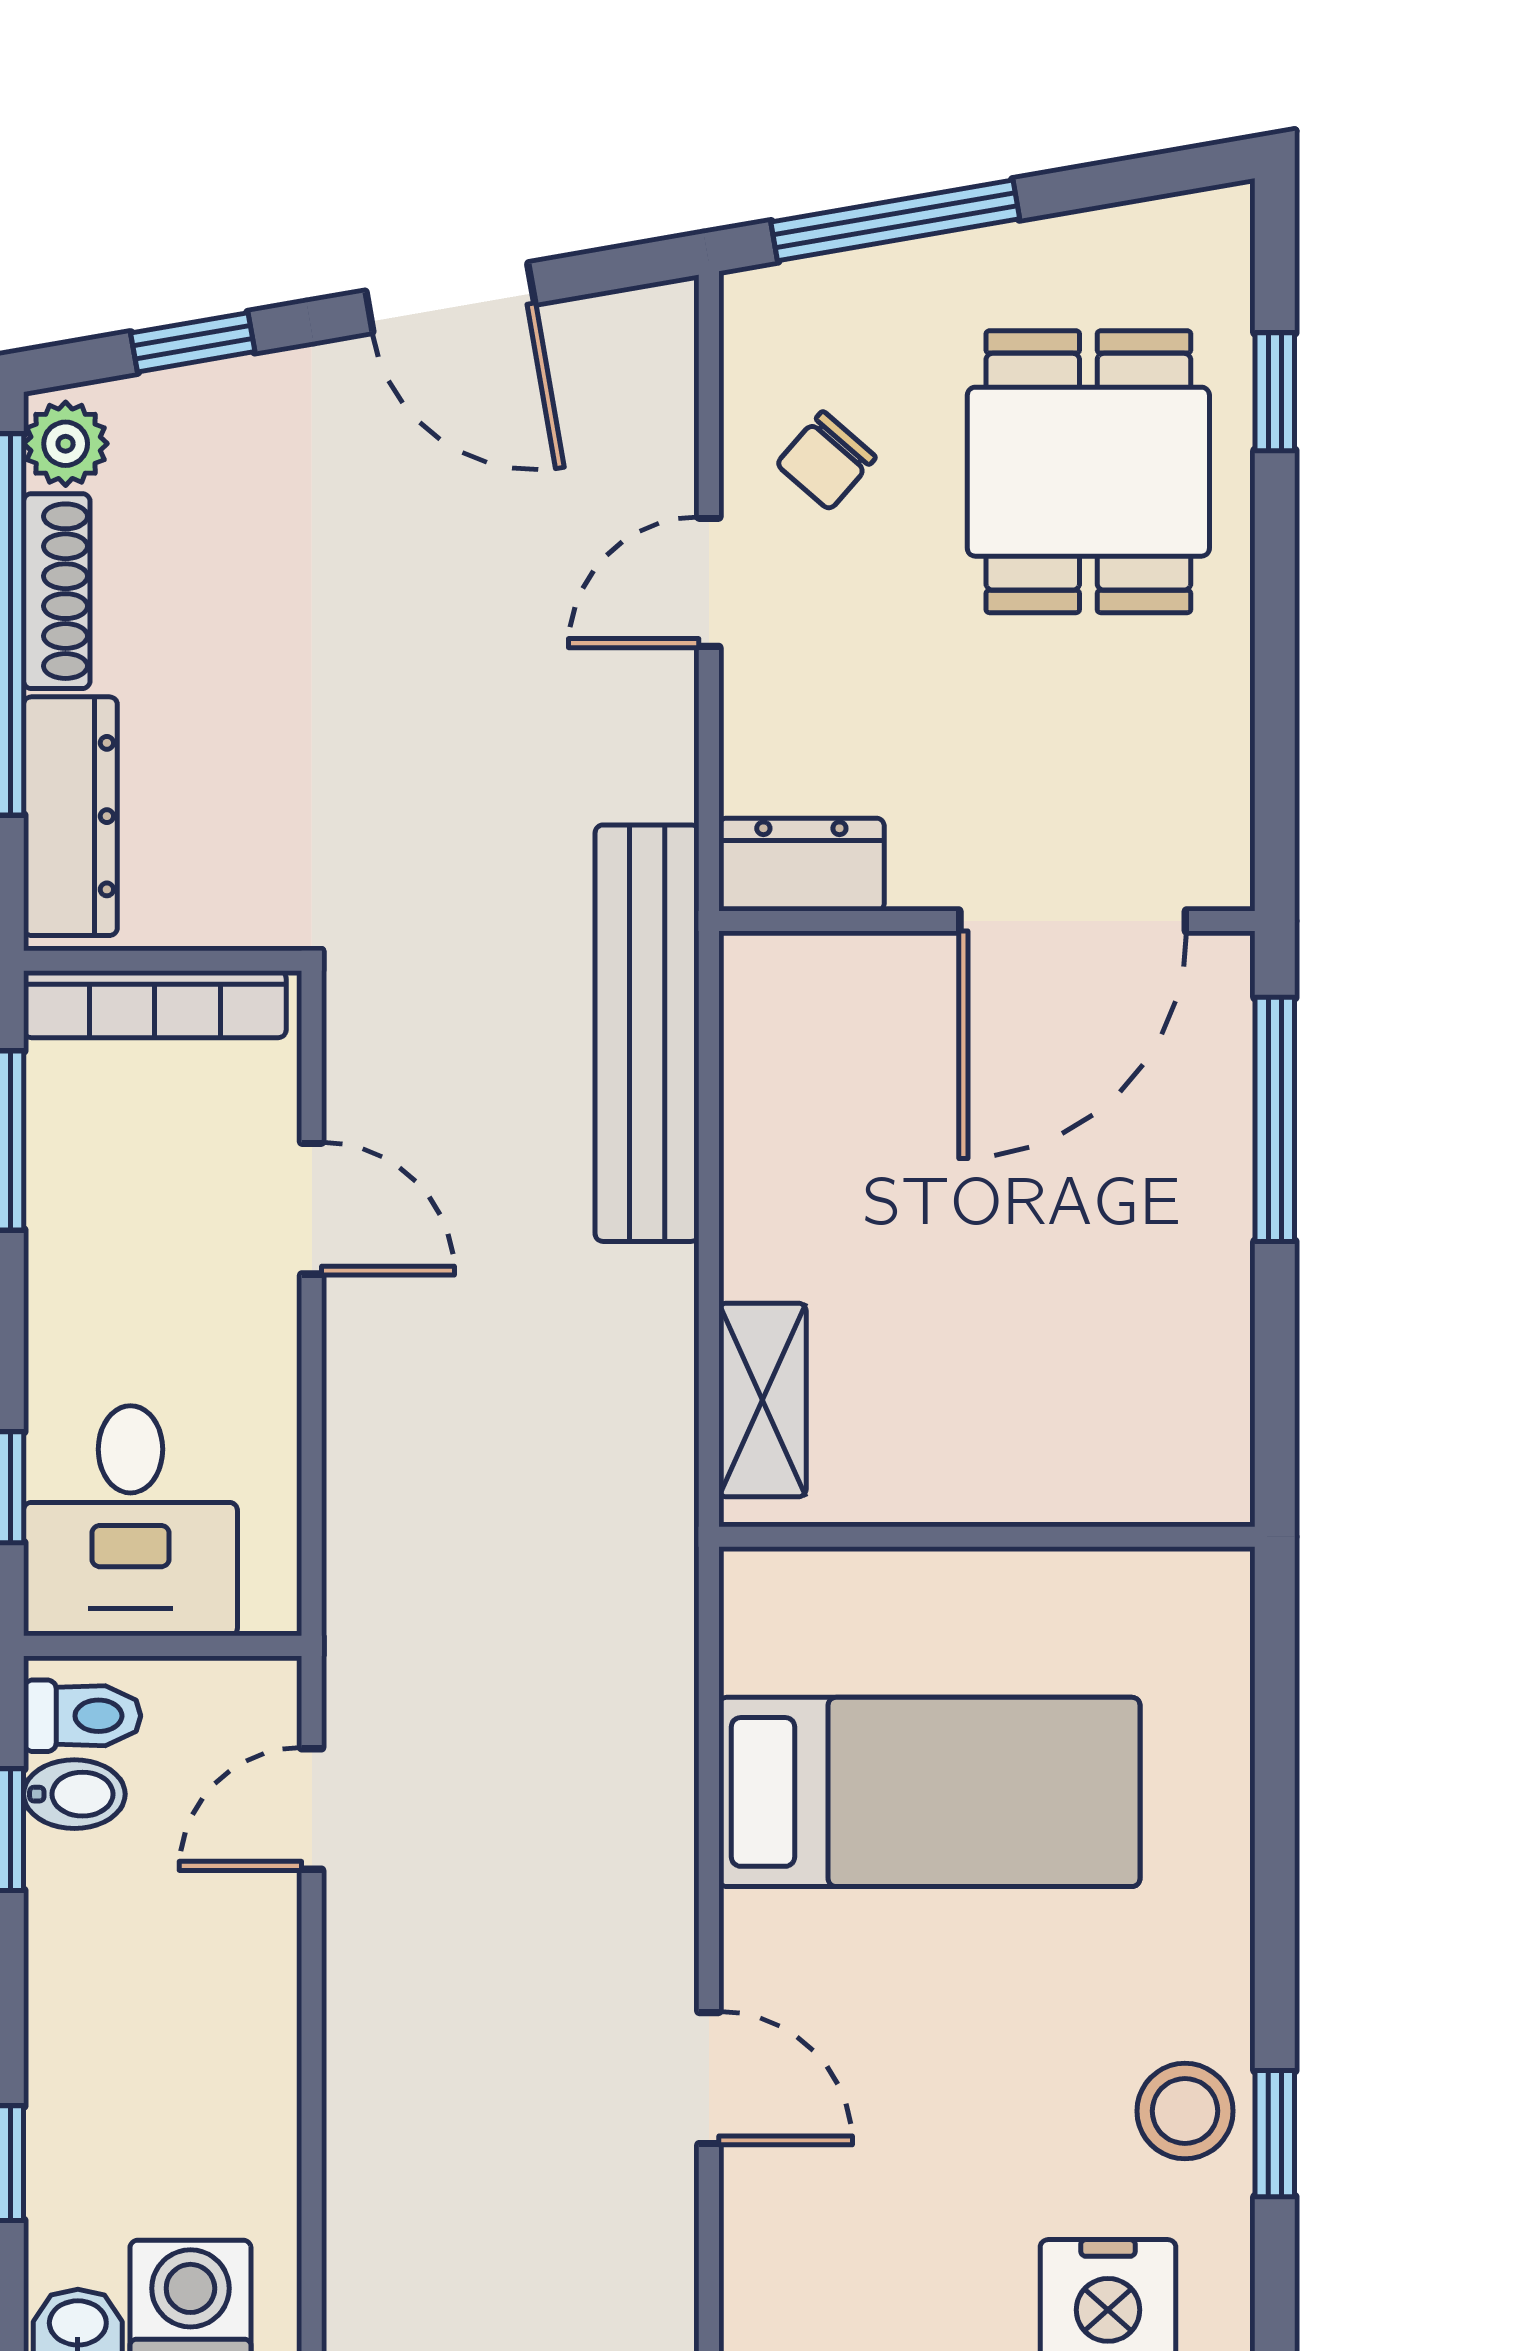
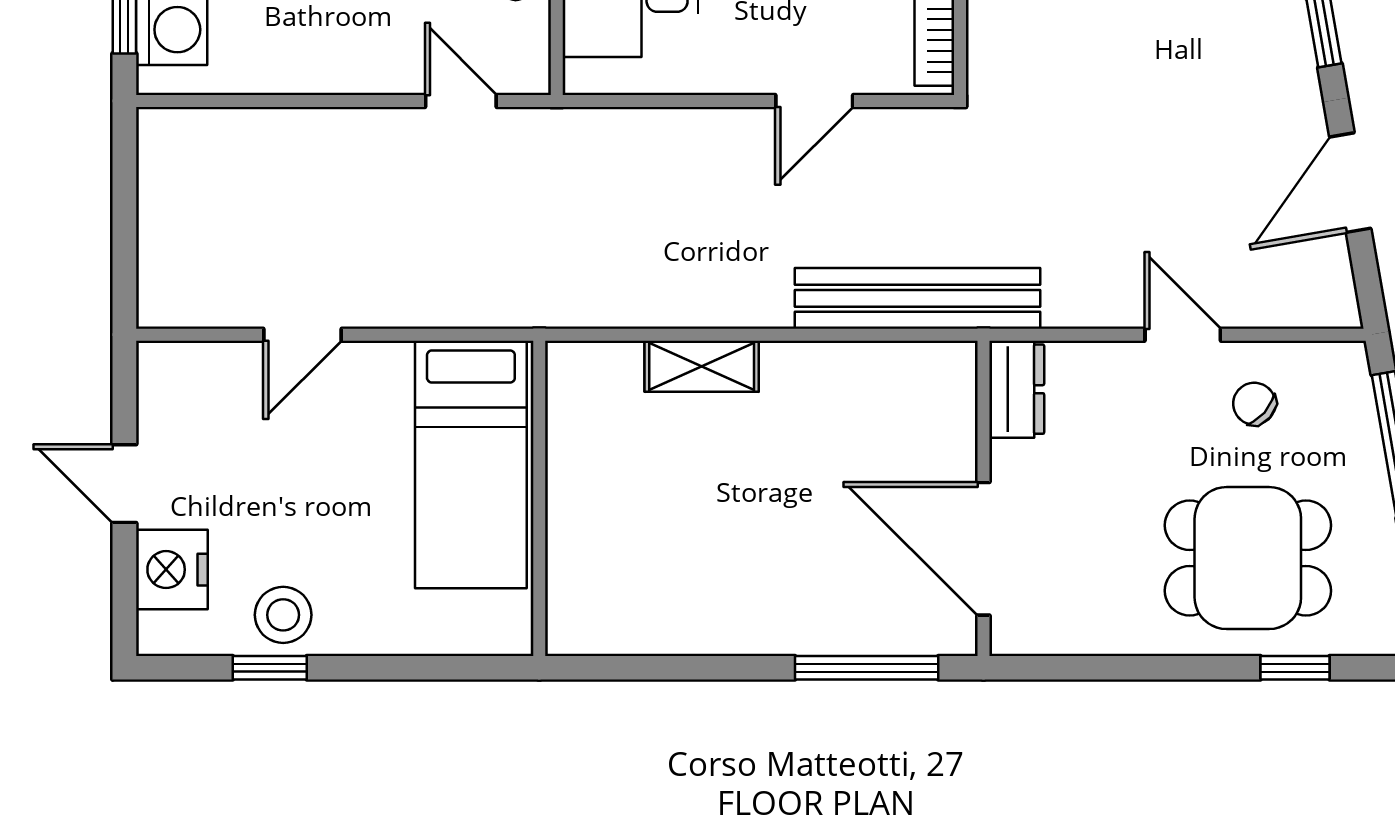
wall: (987, 1537) -> (539, 498), moved

